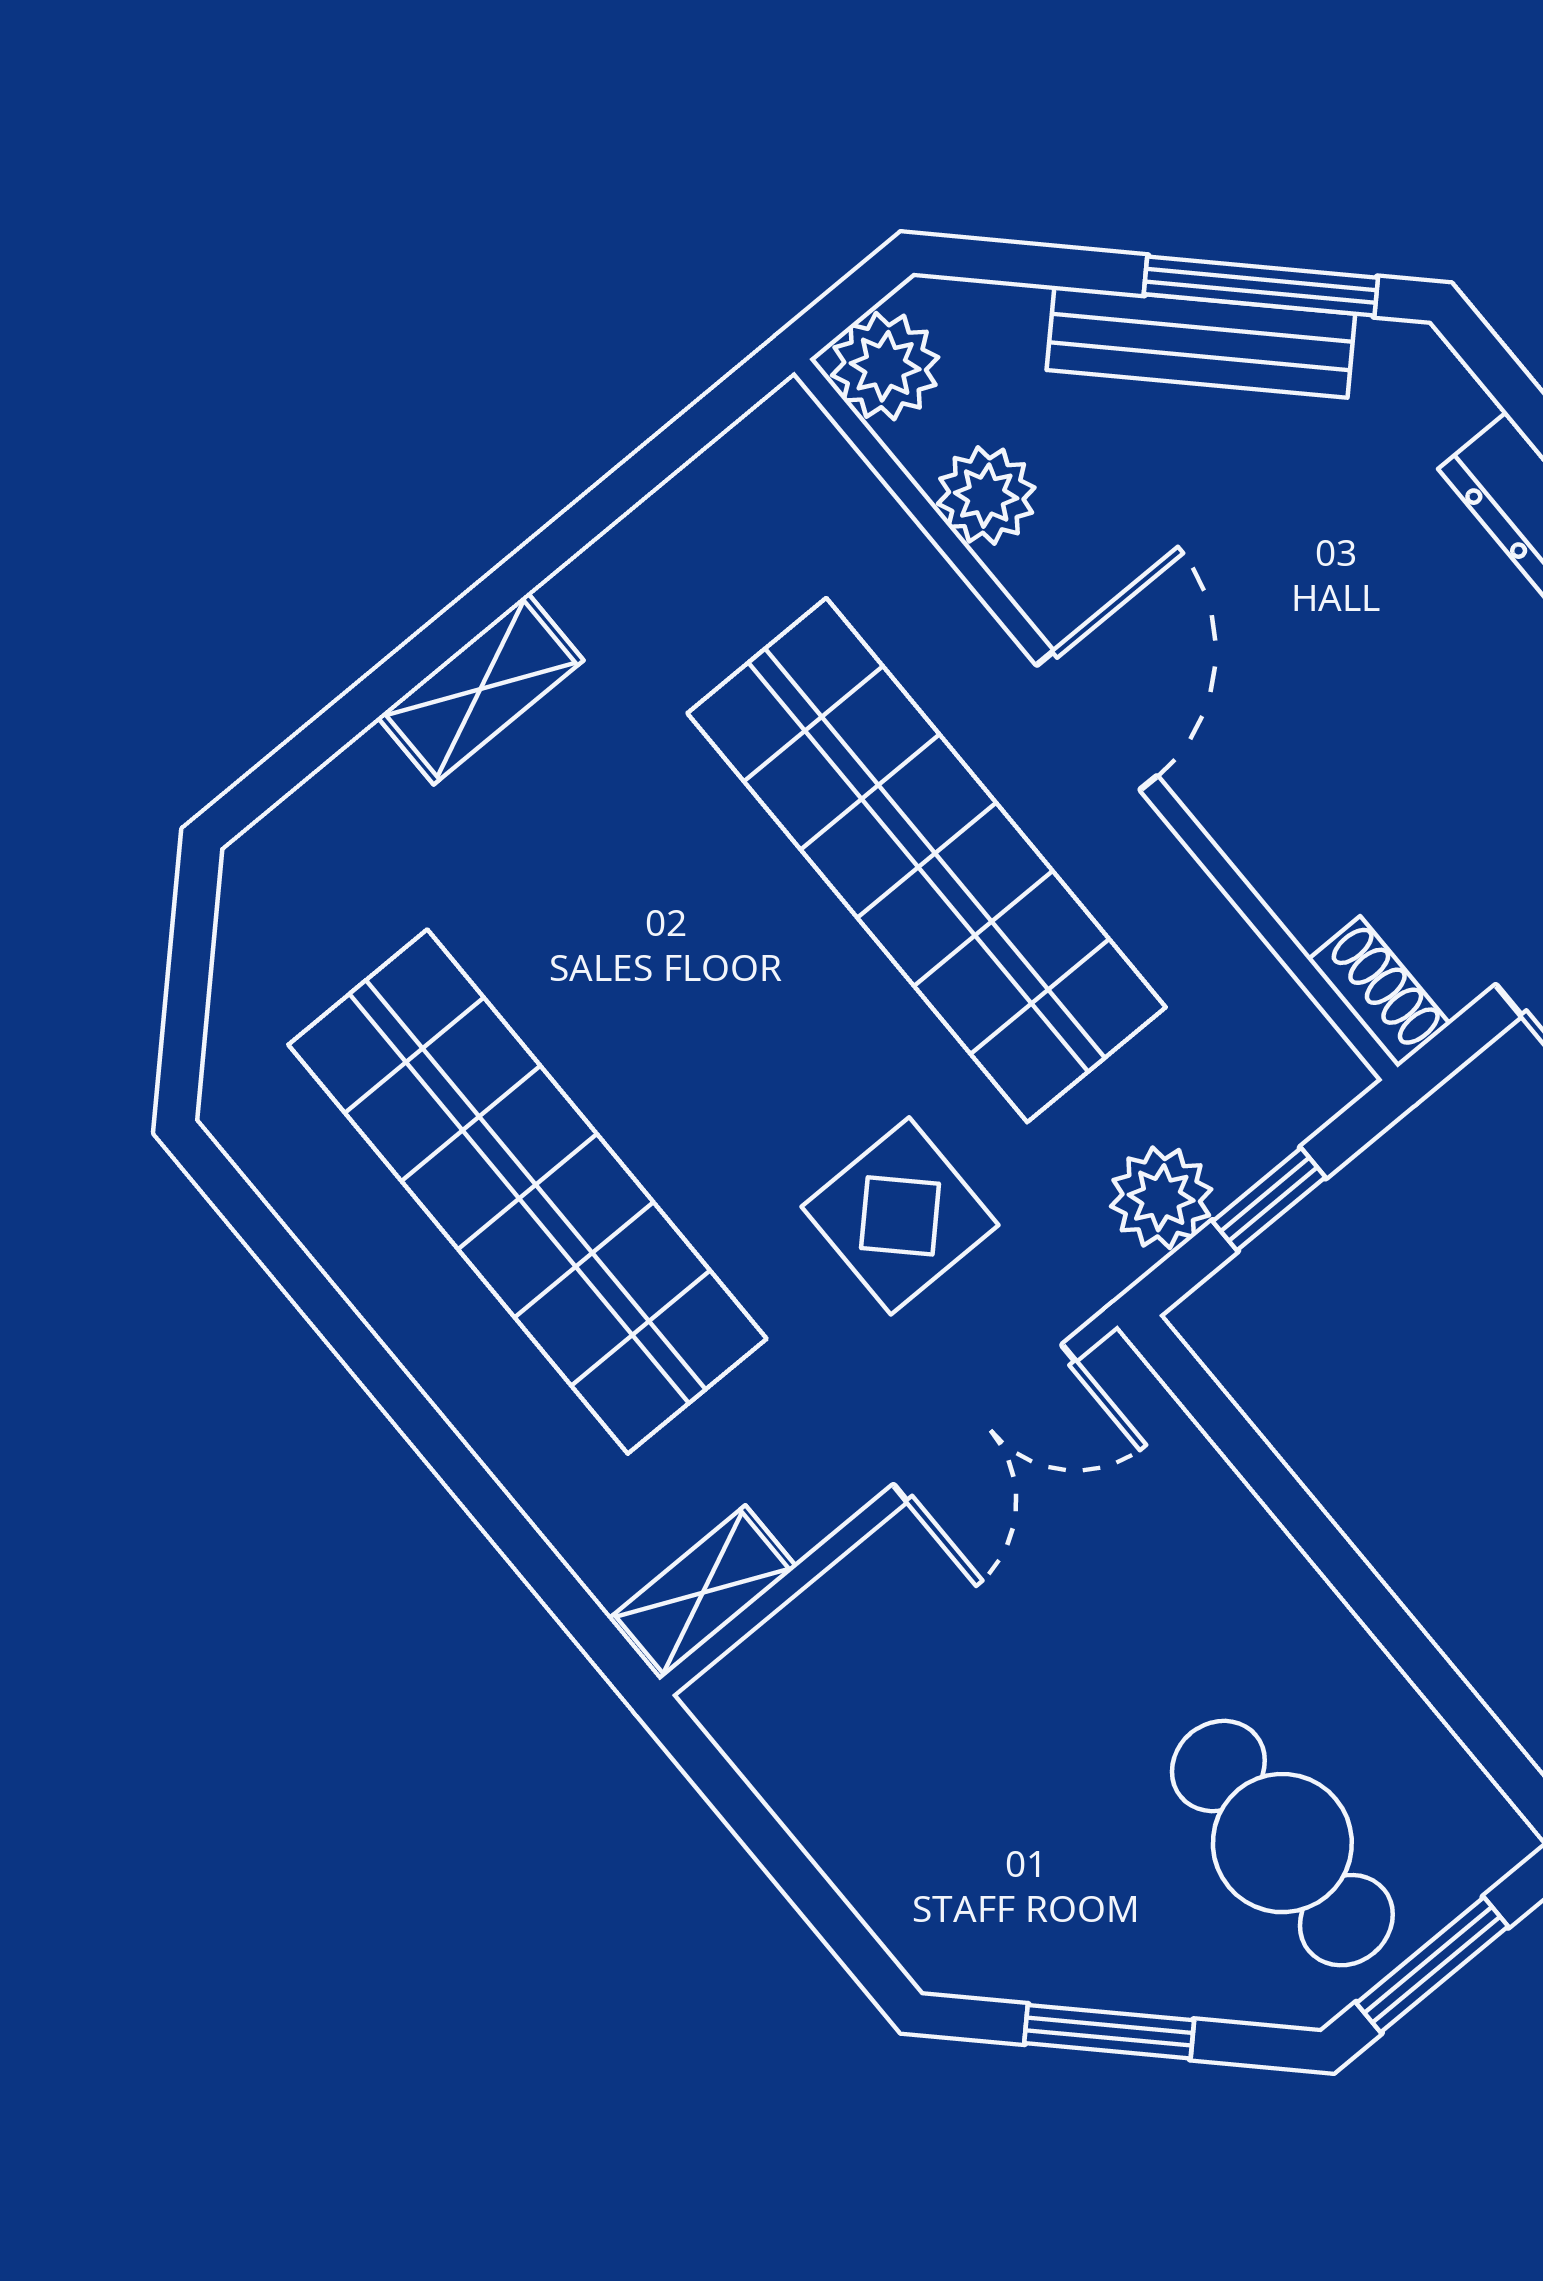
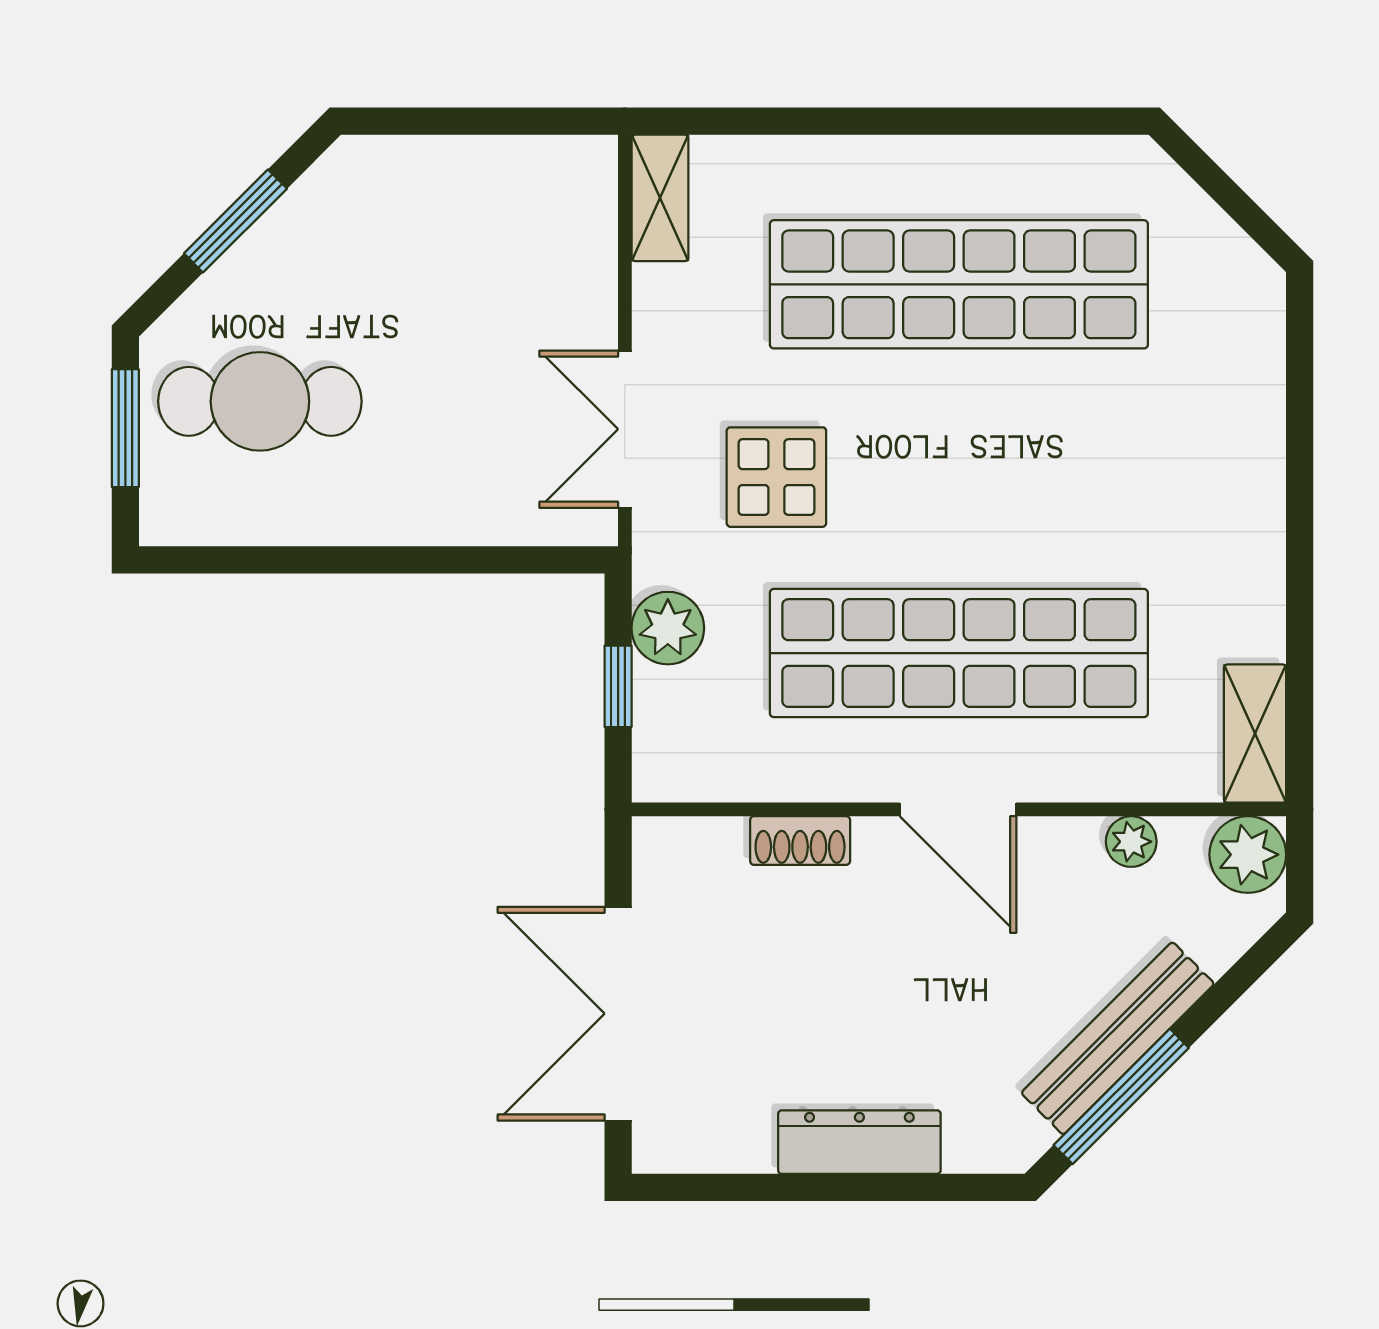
plant: (986, 496) -> (1131, 842), width x0.73, depth x0.73
shelving: (481, 689) -> (1255, 734), moved
shoe rack: (1379, 992) -> (800, 841), moved

